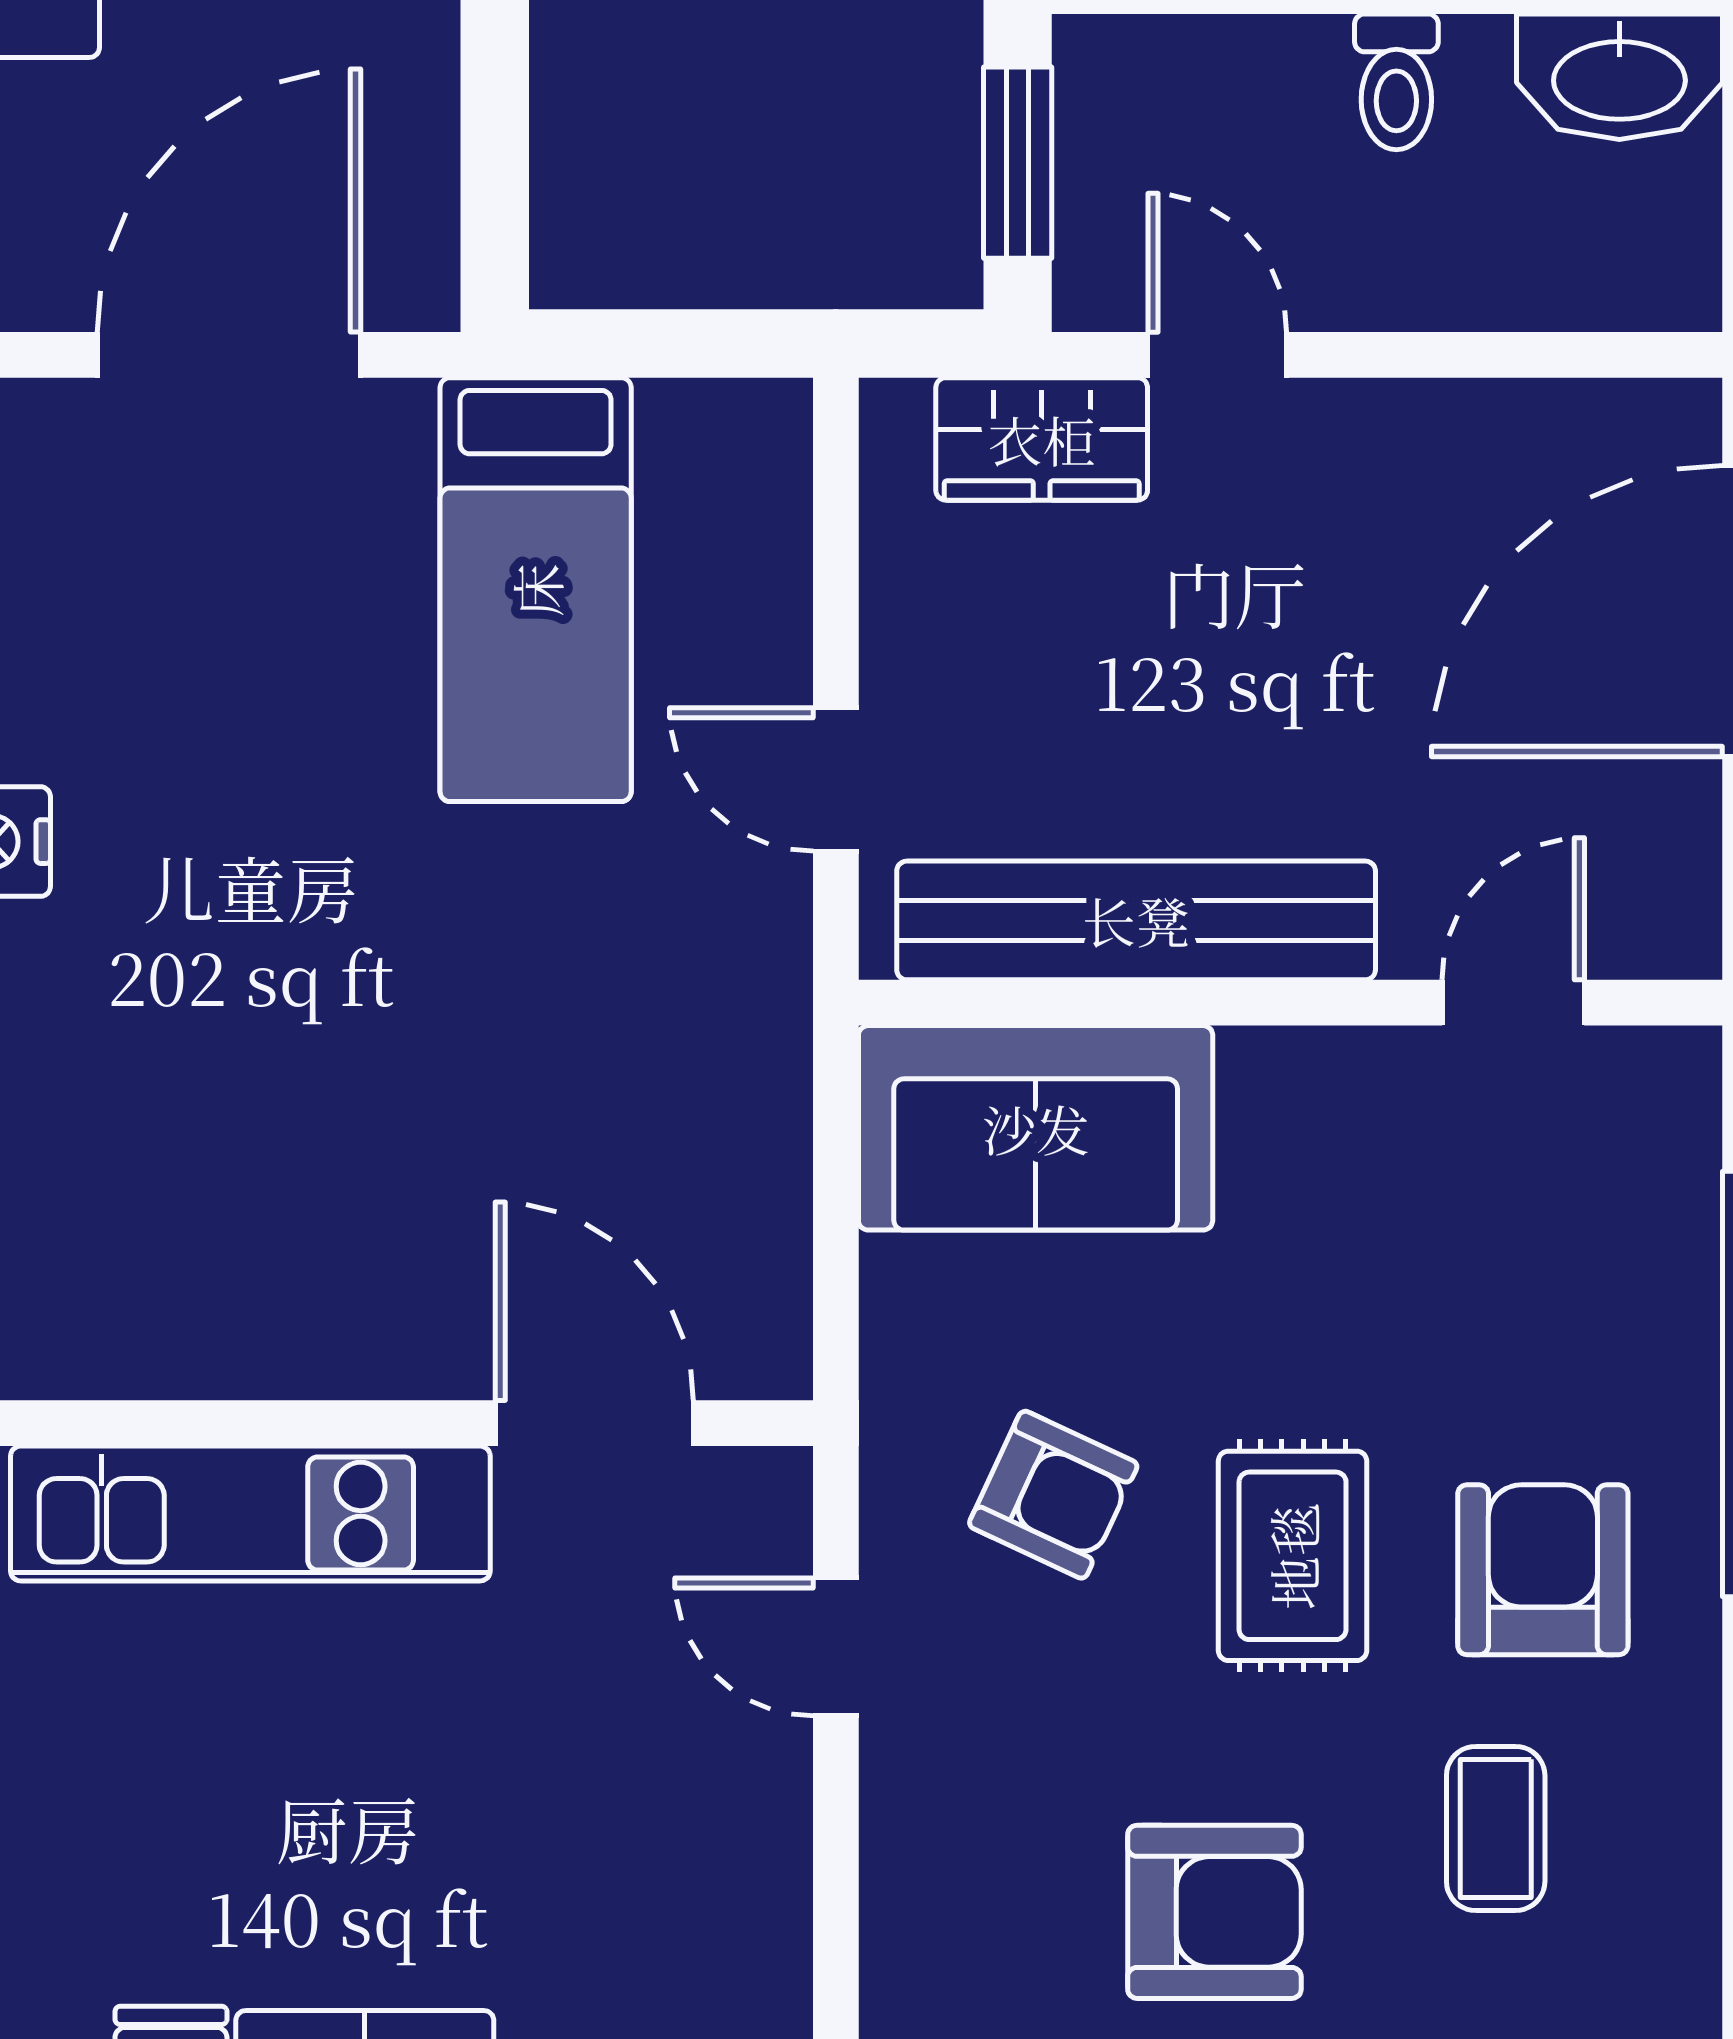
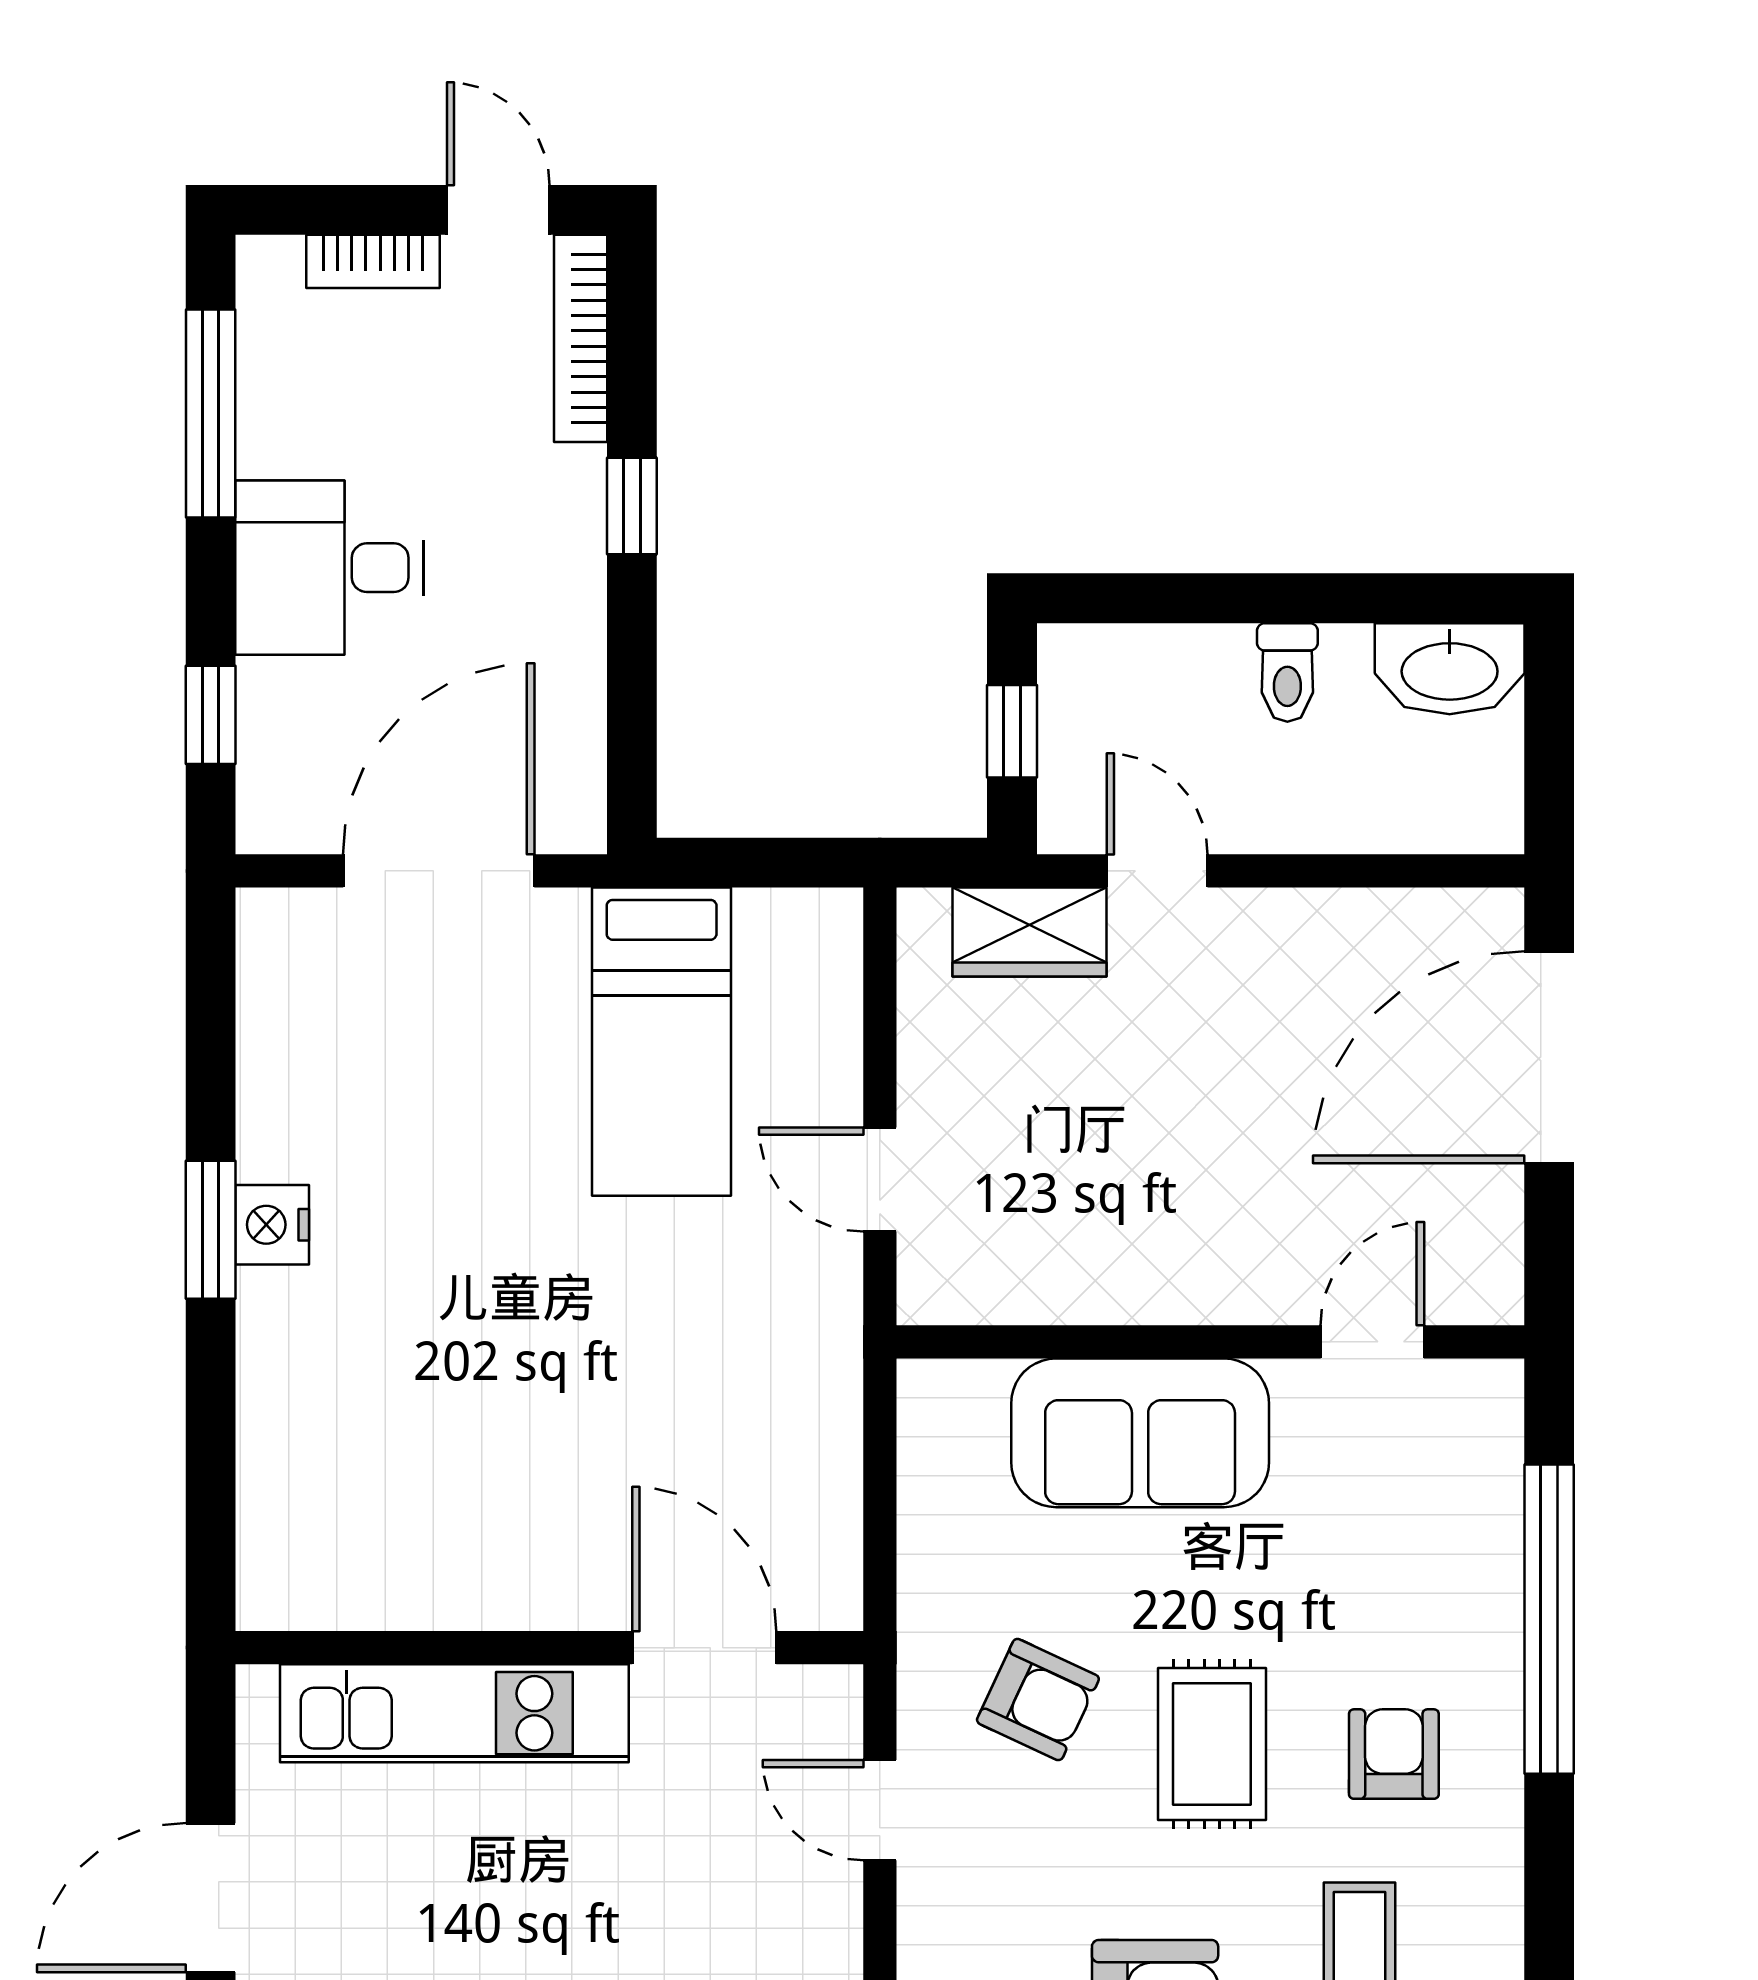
window: (1018, 163) -> (1012, 731), width x0.67
bench: (1136, 920) -> (1098, 1282), removed
sofa: (1036, 1128) -> (1140, 1433), moved
armchair: (1543, 1570) -> (1394, 1754), width x0.72, depth x0.72

